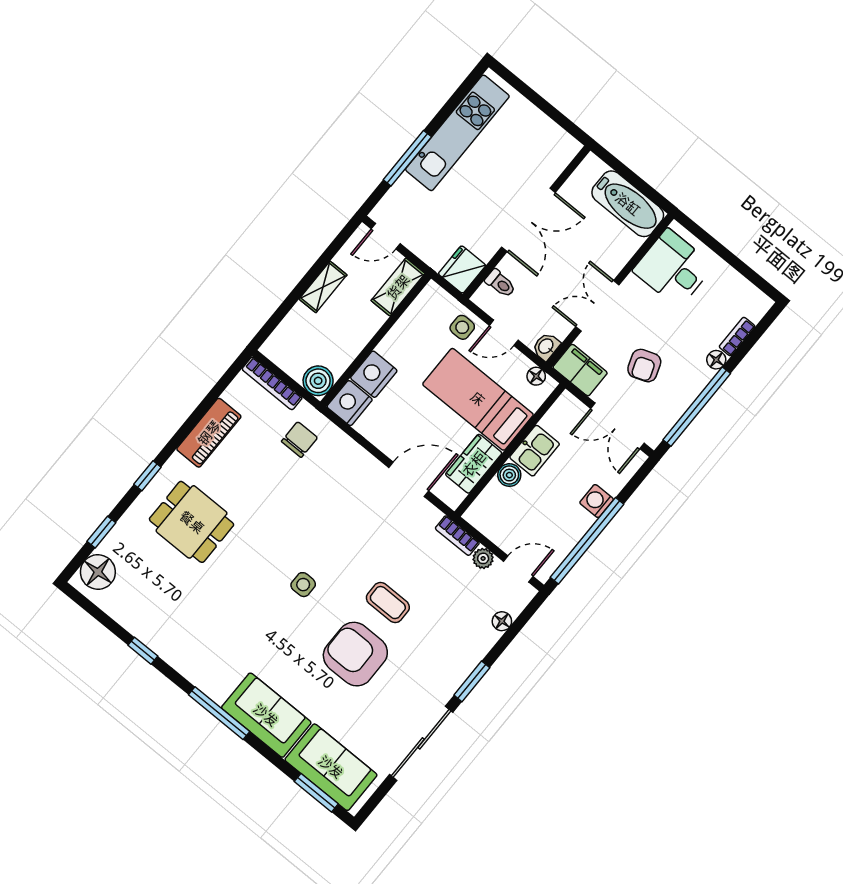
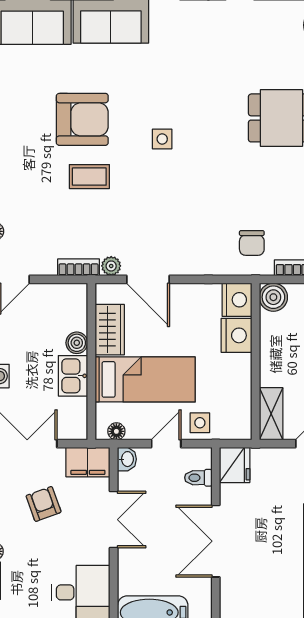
door: (409, 479) -> (148, 279), hinge flipped
plant: (483, 558) -> (111, 266), moved

